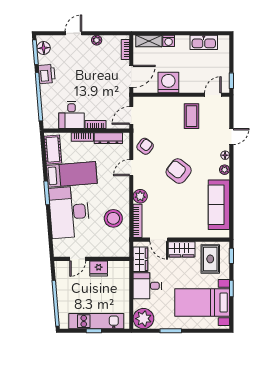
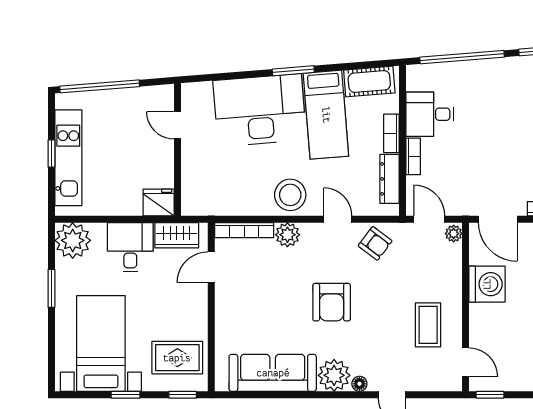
printer: (47, 74) -> (502, 71), removed
plant: (139, 102) -> (454, 234), added
coffee table: (192, 116) -> (428, 325), turned 90
plant: (225, 170) -> (334, 375), width x1.88, depth x1.88
armchair: (179, 171) -> (332, 302), turned 142
stool: (113, 218) -> (290, 195), moved
wardrobe: (182, 249) -> (194, 307), removed
fridge: (99, 268) -> (159, 202), moved, turned 90

